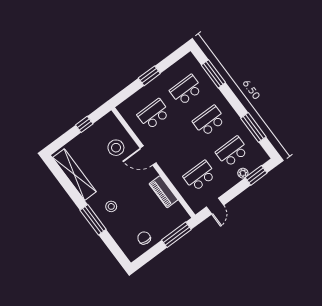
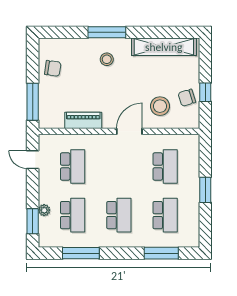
chair: (97, 134) -> (187, 98), added

